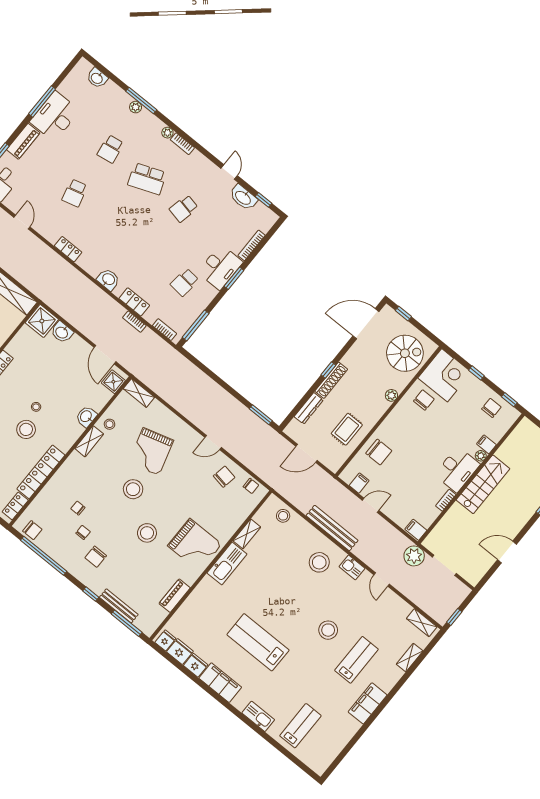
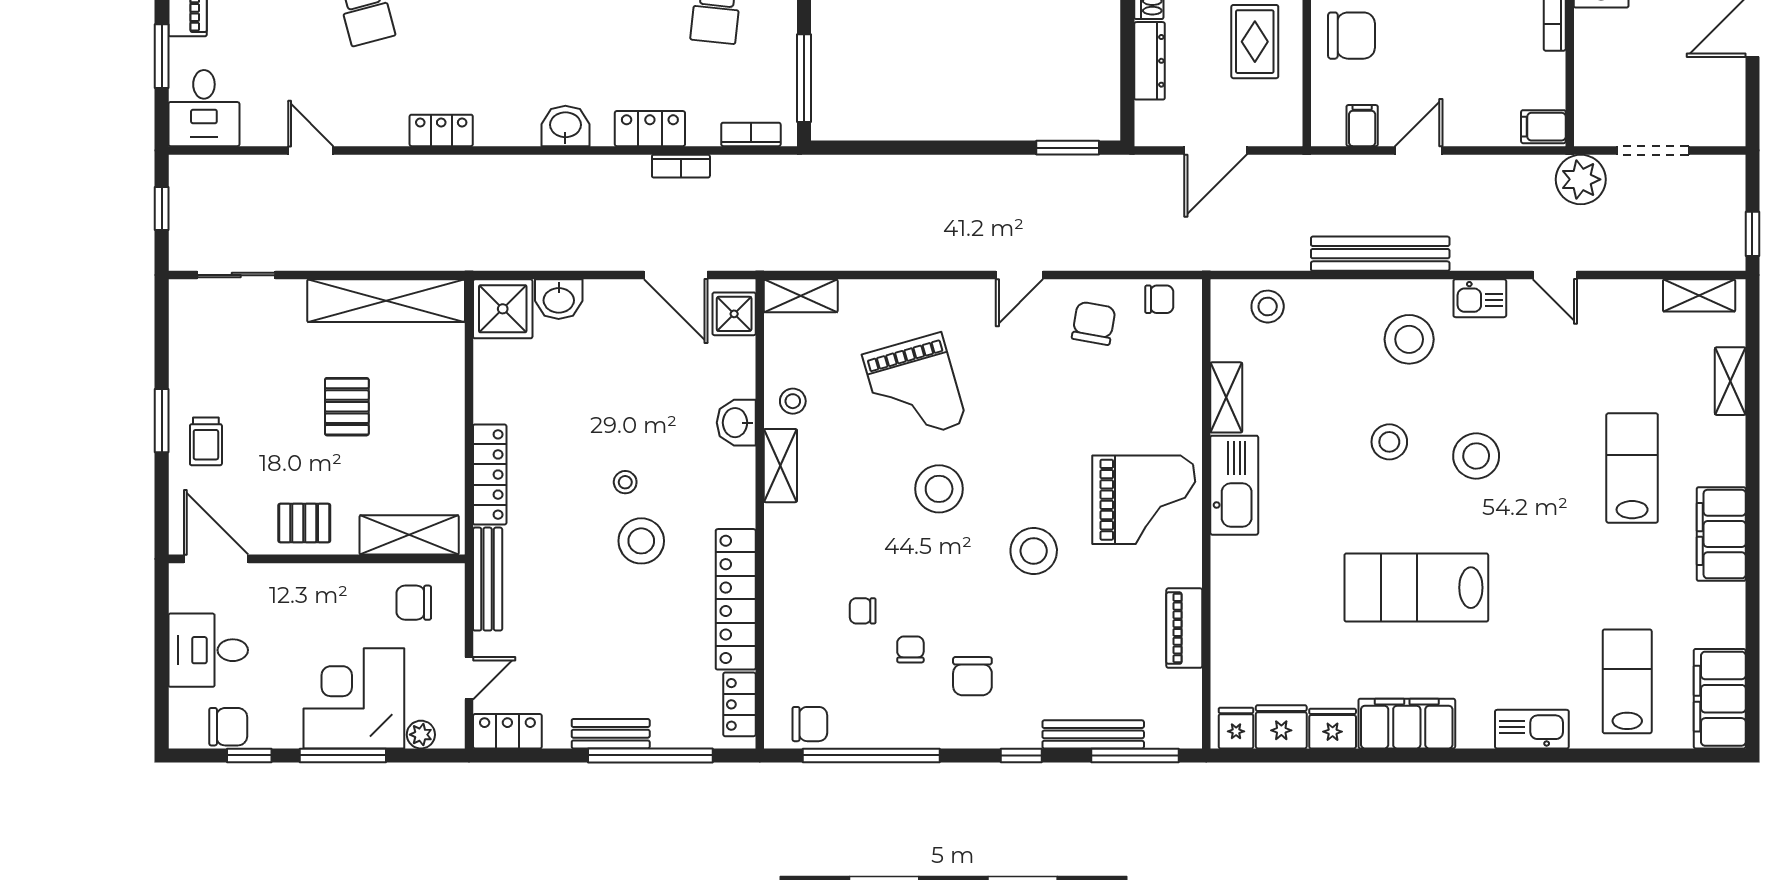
stool: (287, 590) -> (1389, 442), added
stool: (328, 630) -> (1476, 456), moved
filing cabinet: (325, 755) -> (1720, 699), added

